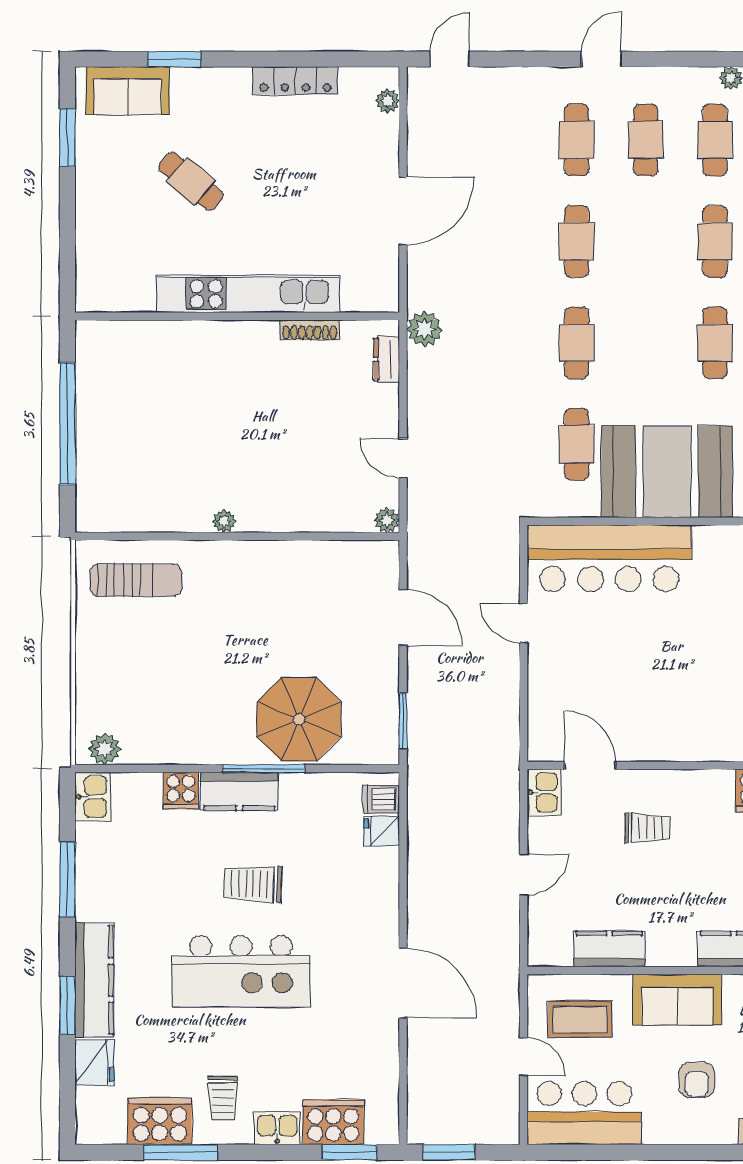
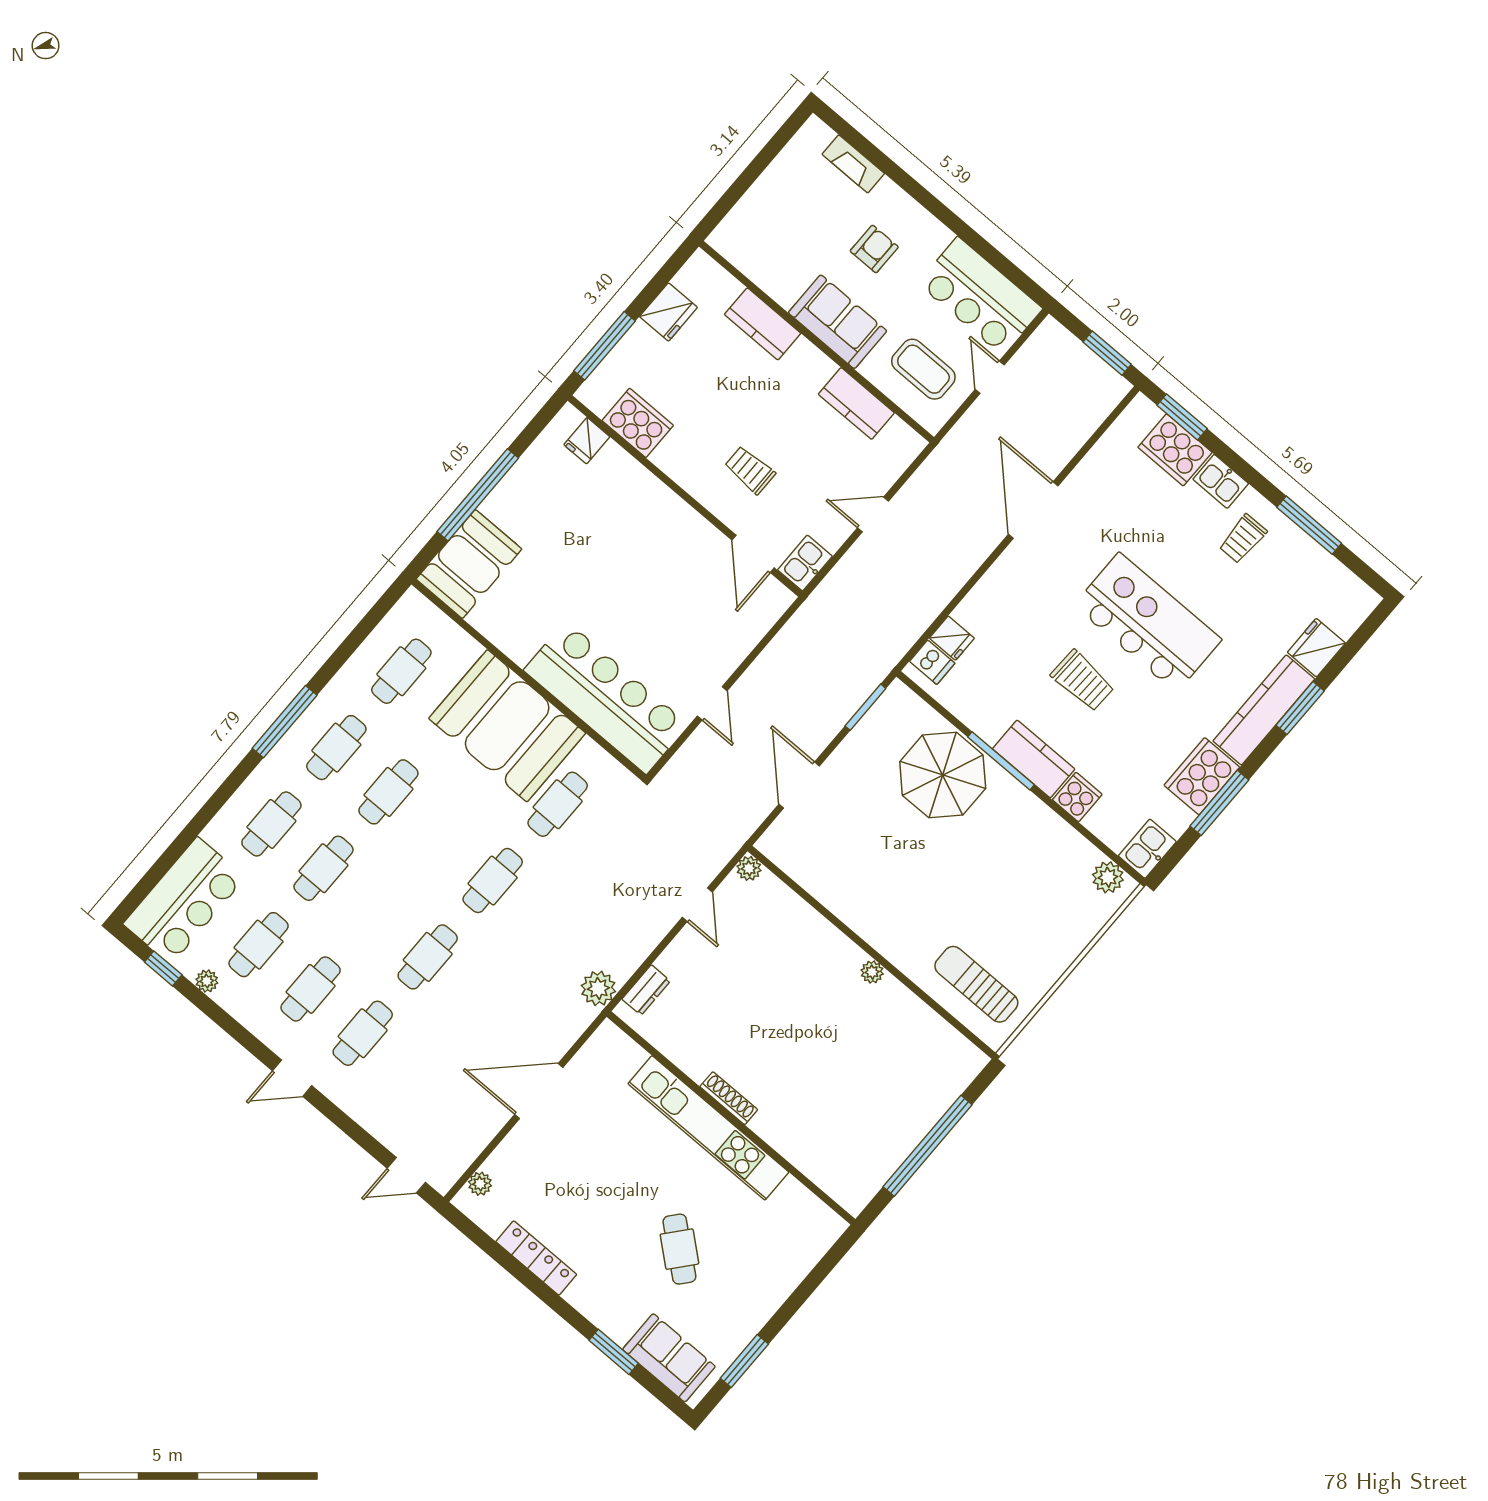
shoe rack: (310, 330) -> (729, 1098), moved
trolley: (223, 1098) -> (1243, 539), turned 180
cooker: (160, 1121) -> (1202, 776), moved, turned 90

